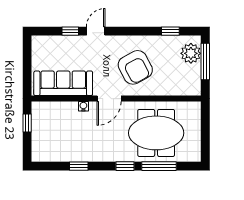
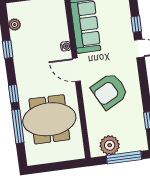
plant: (191, 53) -> (110, 145), moved
meeting table: (156, 133) -> (49, 119), turned 90
plant: (54, 156) -> (15, 25), added

